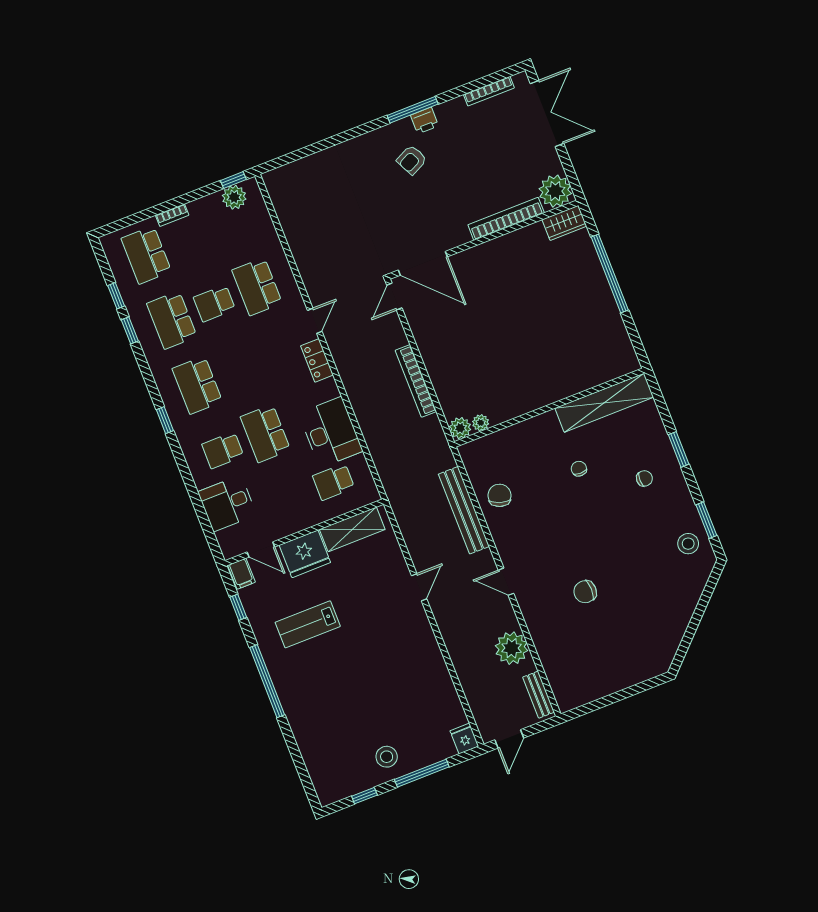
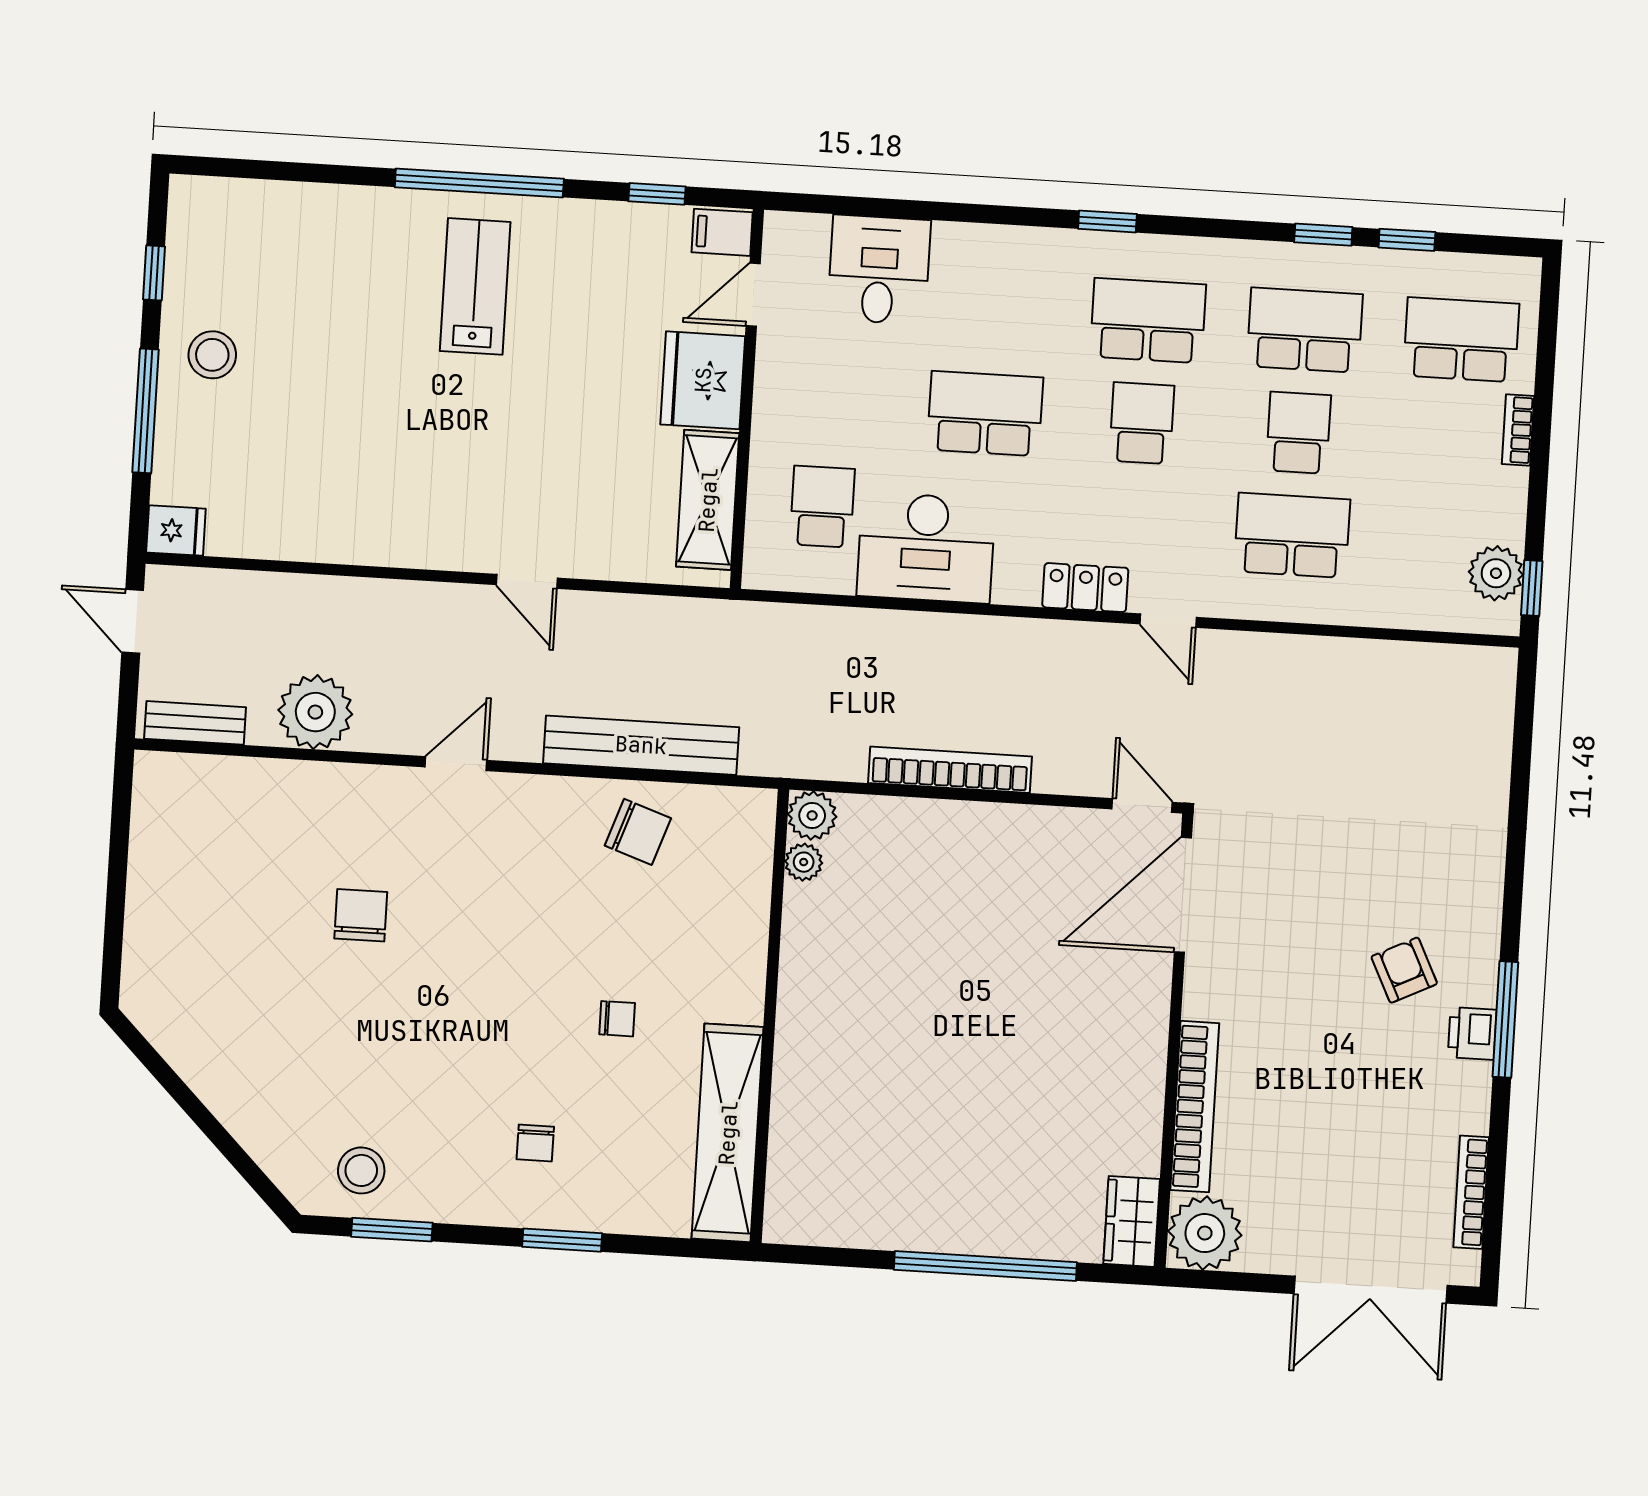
school desk: (223, 450) -> (1142, 423), moved
lab bench: (308, 624) -> (475, 286), moved

